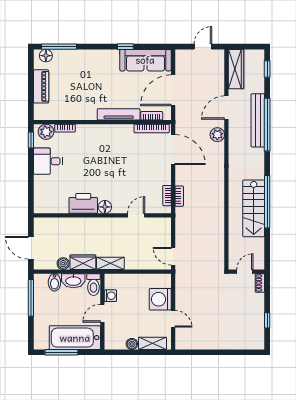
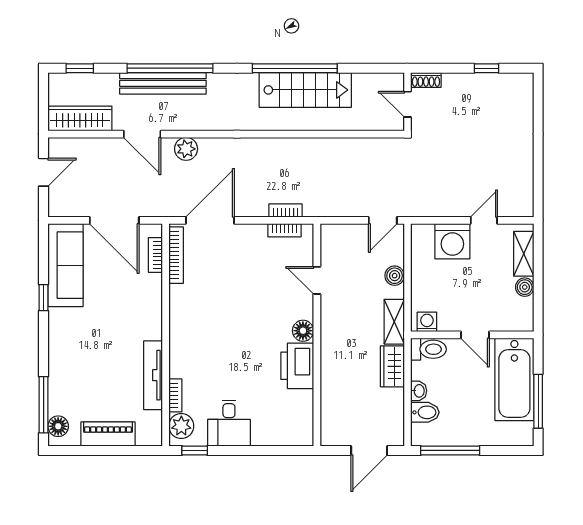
door: (203, 47) -> (44, 172), swing flipped
tv unit: (119, 114) -> (153, 375), moved
boiler: (63, 264) -> (395, 276), moved
washbasin: (73, 281) -> (419, 391), width x0.52, depth x0.69
washing machine: (110, 296) -> (427, 322), moved

